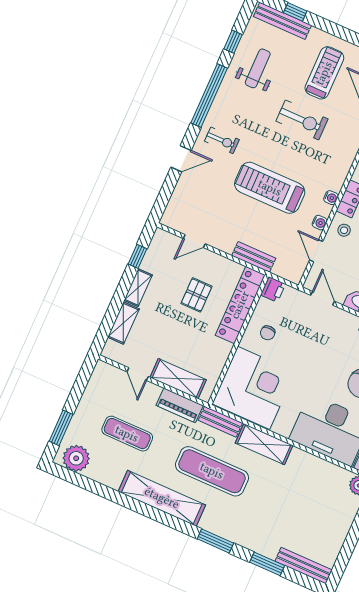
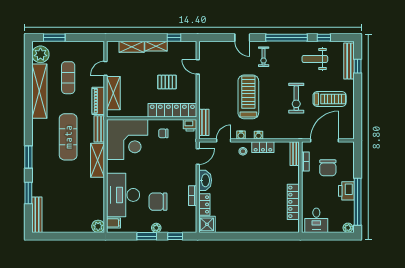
weight bench: (258, 68) -> (315, 59), turned 180
bench: (254, 257) -> (204, 122), moved
shelving: (162, 498) -> (39, 91), moved

